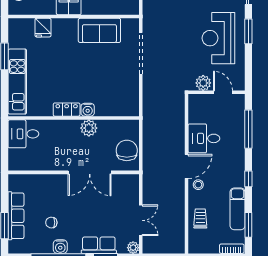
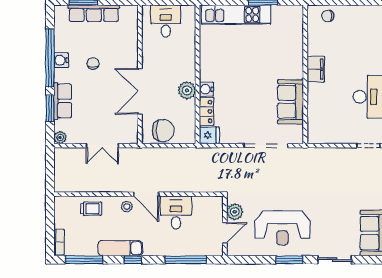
fridge: (43, 28) -> (209, 135), moved, turned 180
reception desk: (218, 38) -> (282, 228), turned 180
locker: (67, 110) -> (206, 112), moved
desk: (23, 134) -> (166, 21), moved
exam couch: (237, 209) -> (120, 248), moved
double door: (141, 220) -> (102, 146), moved
chair: (51, 223) -> (93, 63), moved
window: (248, 225) -> (84, 260), width x1.44

